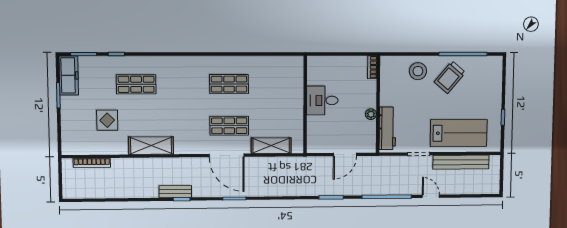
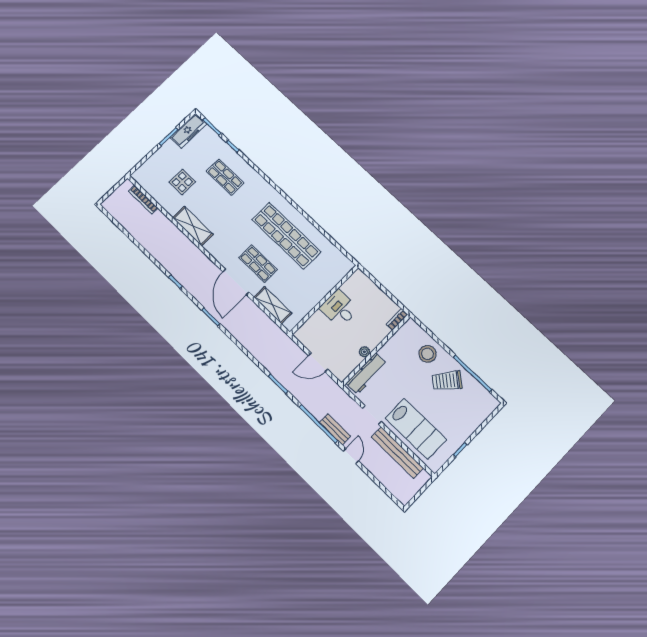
shop shelf: (229, 84) -> (286, 236), width x2.00, depth x1.36
bench: (175, 191) -> (335, 429), moved

